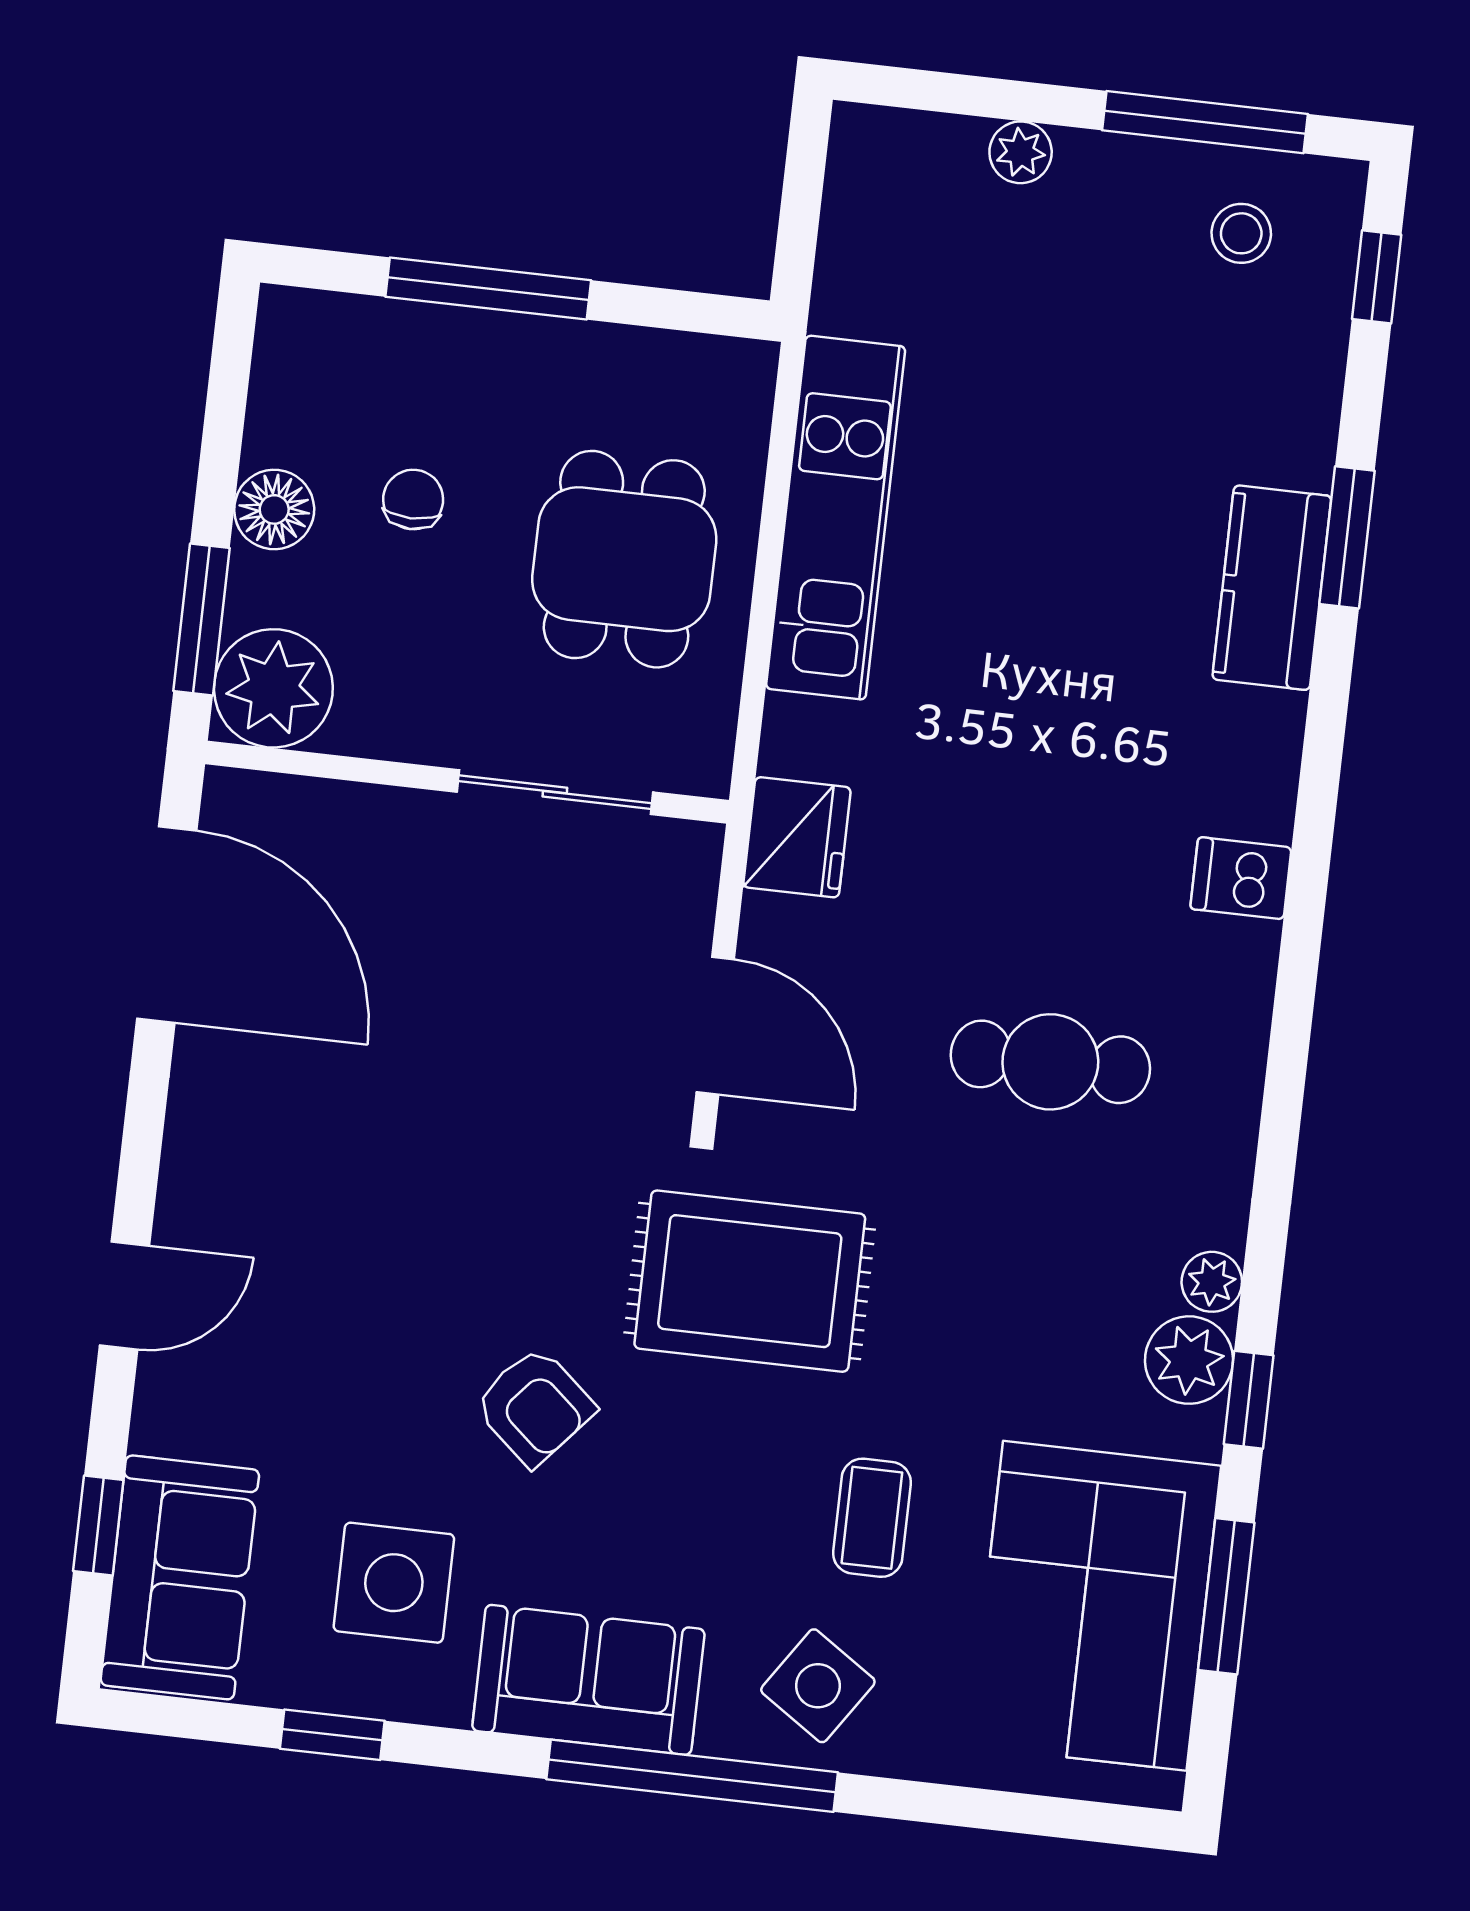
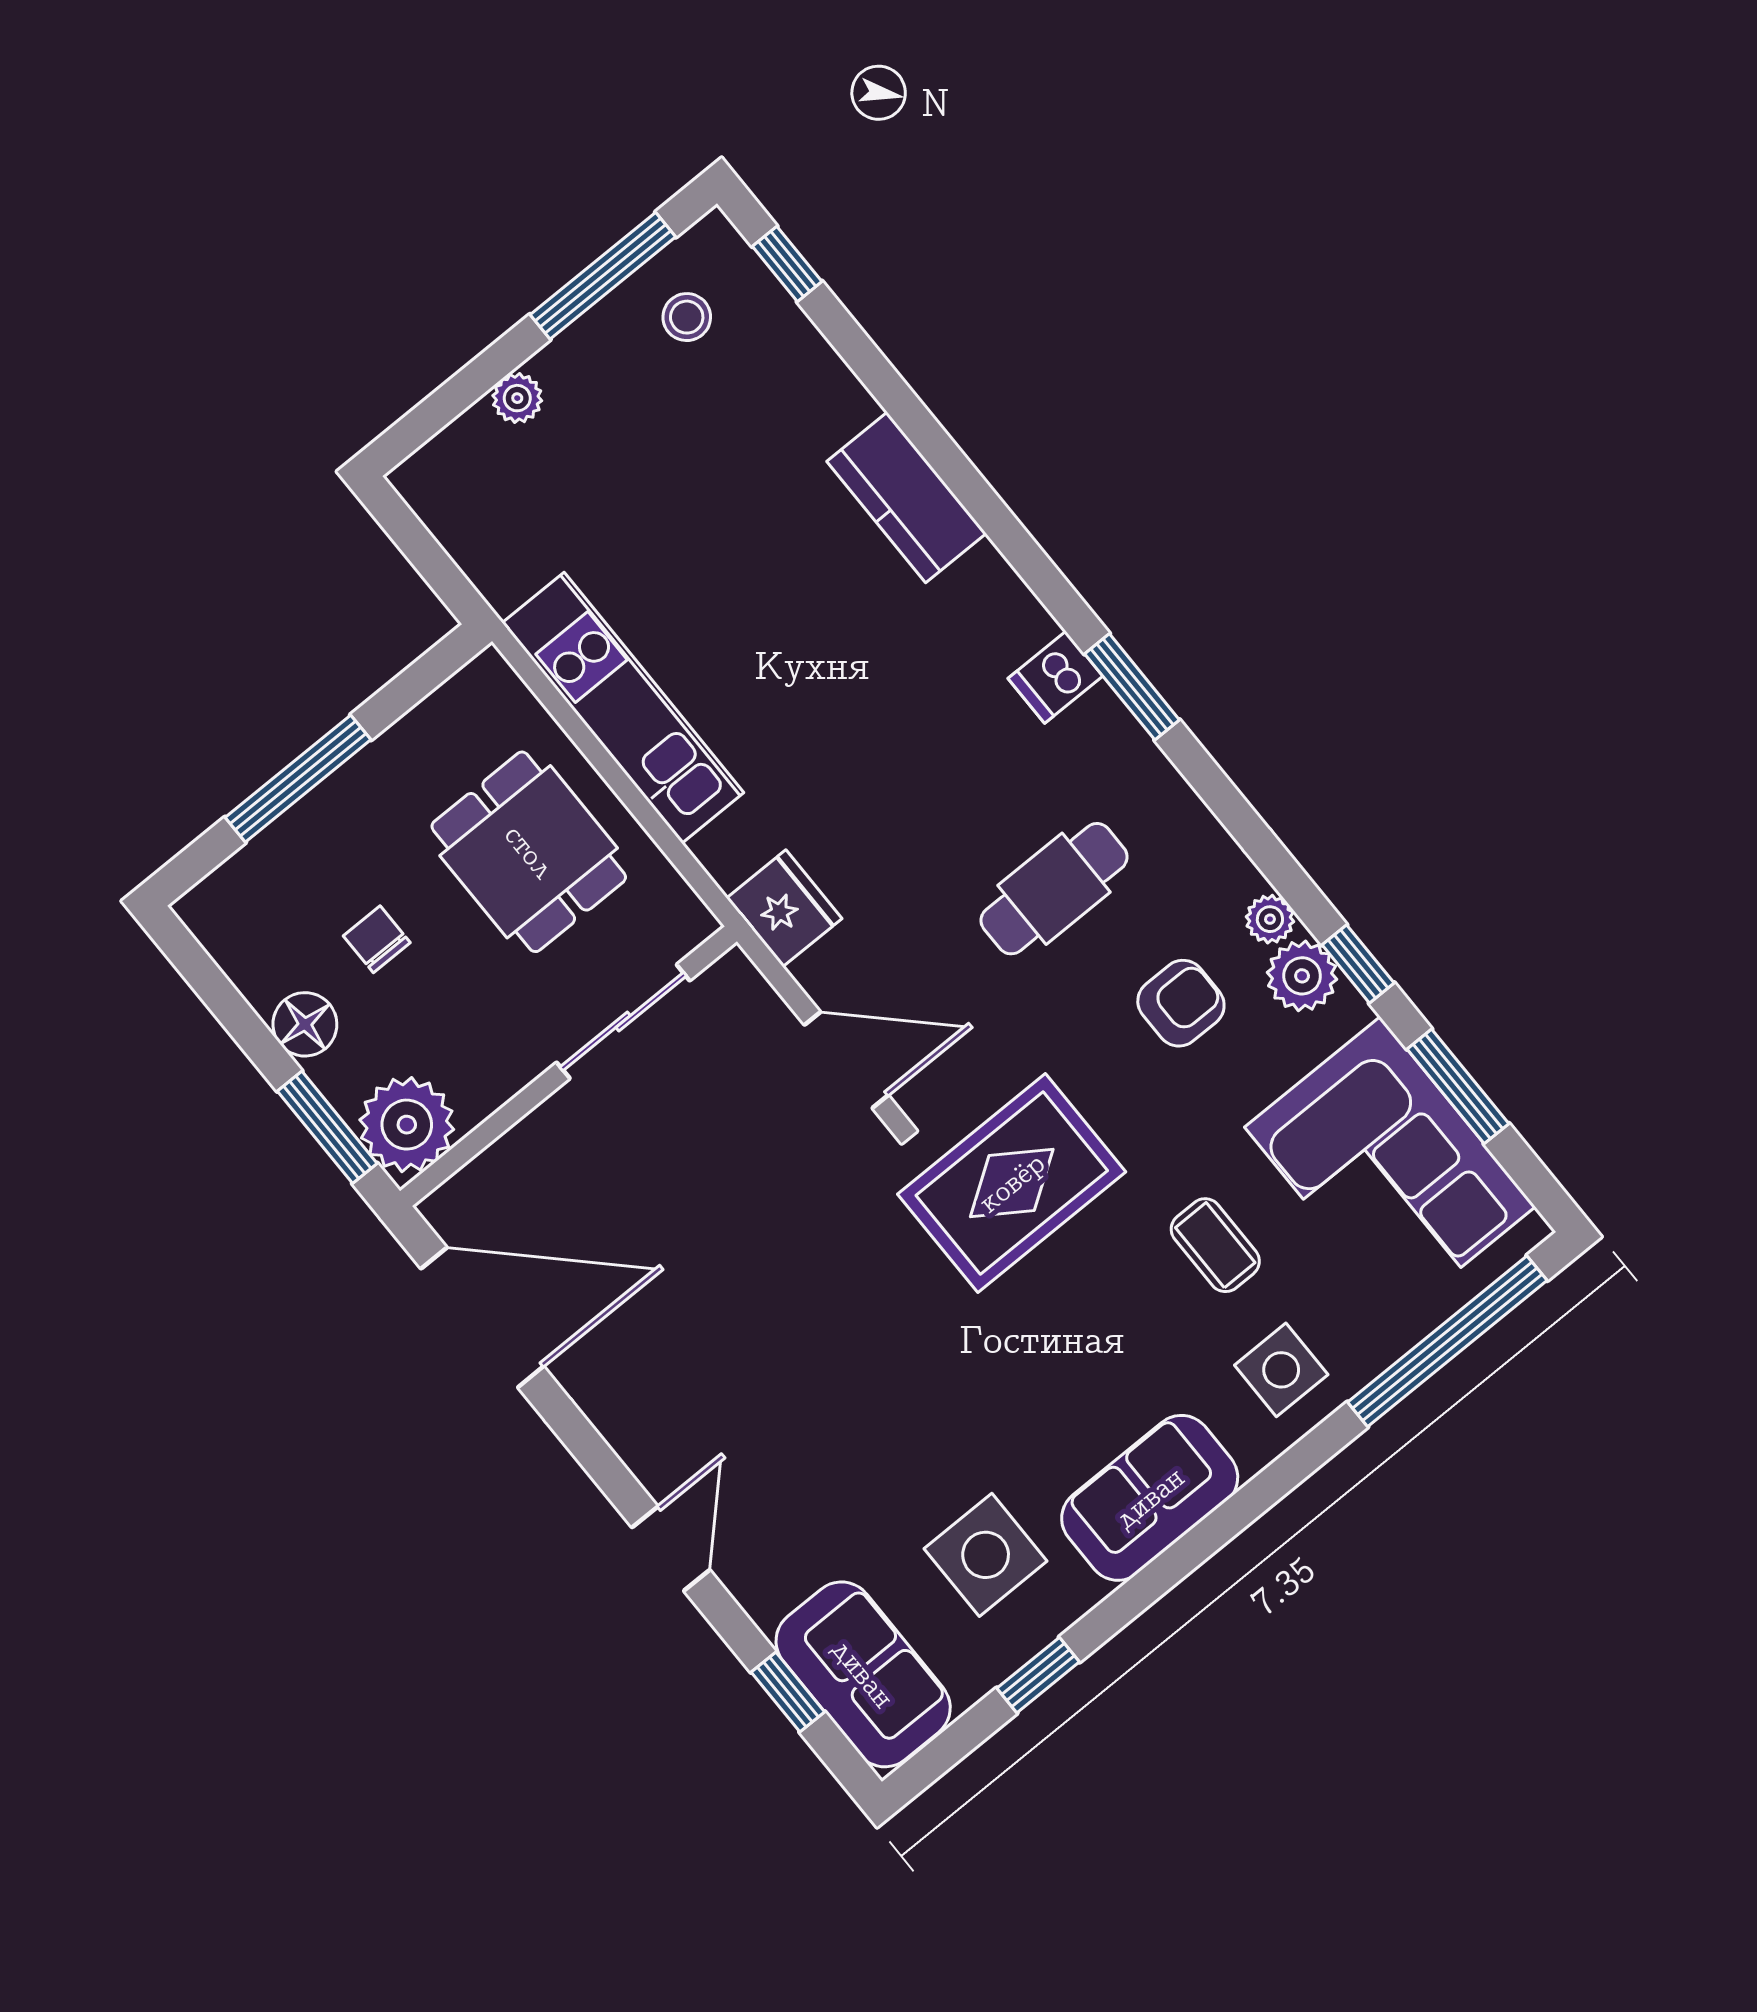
window: (1347, 537) -> (1132, 687), moved
armchair: (534, 1406) -> (1181, 1003), moved, turned -41
side table: (818, 1686) -> (1281, 1370), turned -34
window: (692, 1776) -> (1447, 1341), moved

